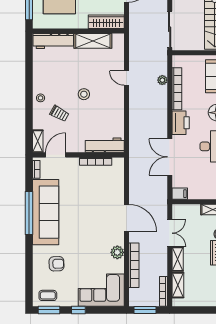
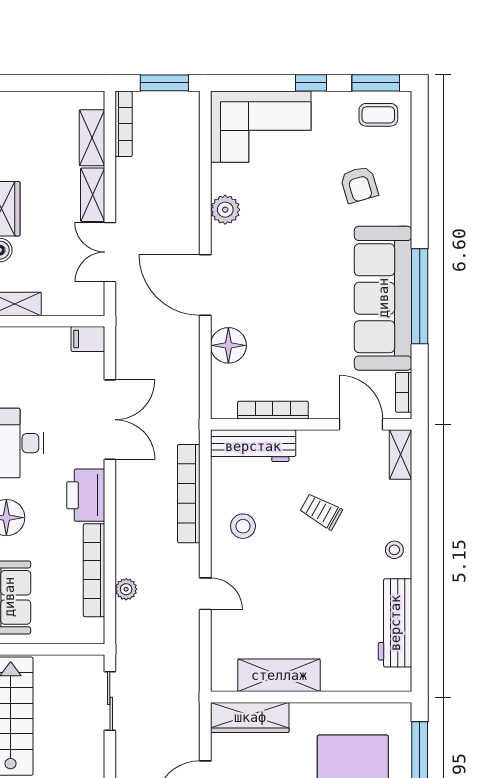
sliding door: (170, 29) -> (110, 701), width x0.73
workbench: (53, 41) -> (395, 623), moved, turned -90
stool: (84, 94) -> (243, 526), moved
trolley: (59, 114) -> (321, 511), moved
door: (56, 155) -> (361, 424), swing flipped
floor lamp: (116, 191) -> (228, 345), added
armchair: (57, 264) -> (359, 185), turned -104
bookcase: (134, 265) -> (189, 494), moved

